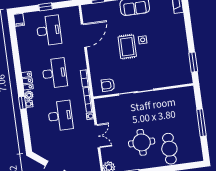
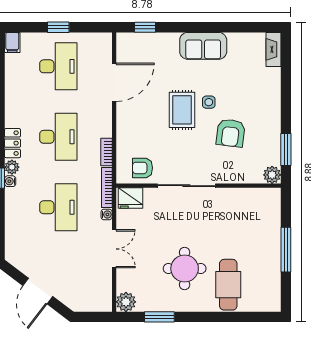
armchair: (158, 57) -> (231, 133), added
plant: (187, 79) -> (272, 175), added
fridge: (103, 104) -> (131, 198), added

